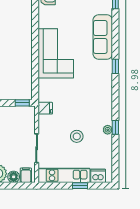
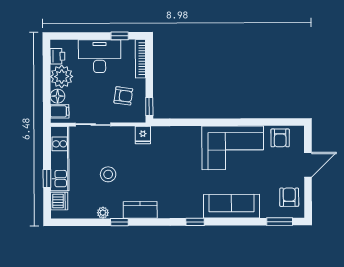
corner sofa: (56, 53) -> (233, 148), moved
kitchen counter: (105, 111) -> (140, 210), added
armchair: (14, 124) -> (123, 96), added
plant: (108, 130) -> (103, 213), moved

